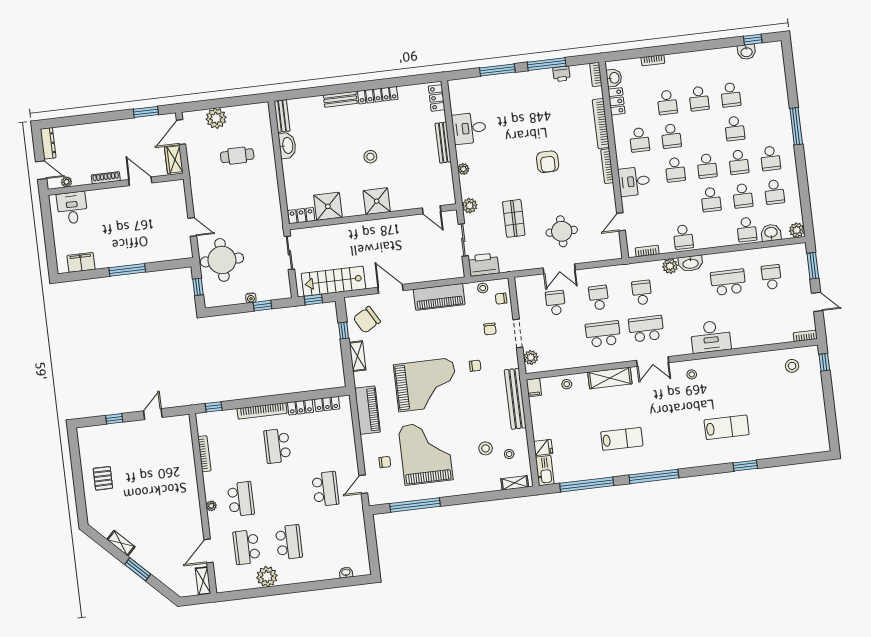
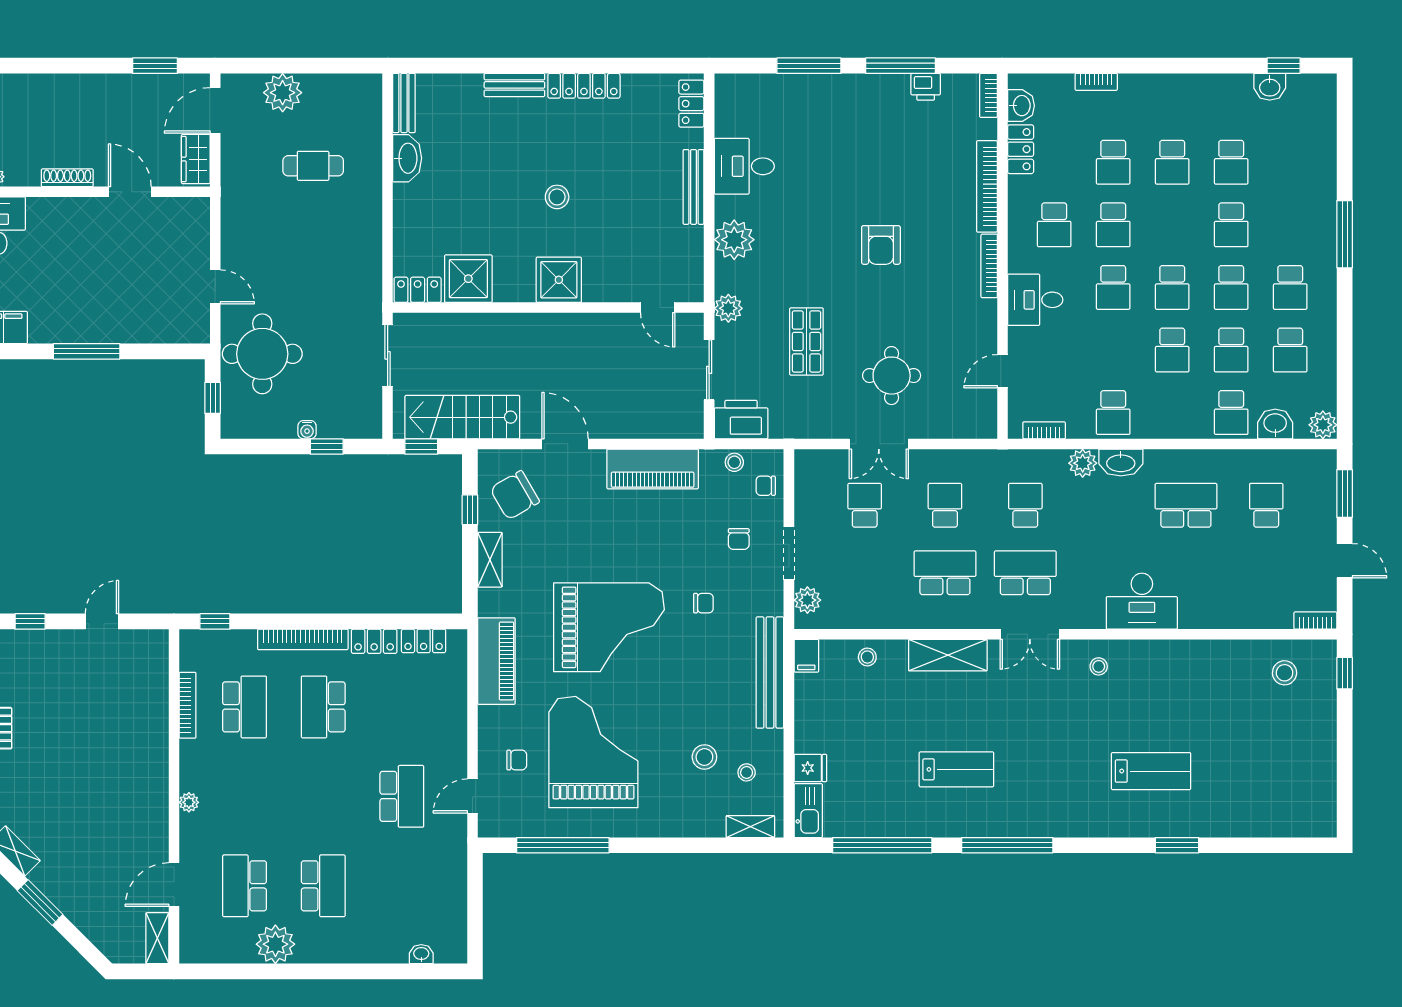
plant: (463, 169) -> (734, 240), width x1.88, depth x1.88
school desk: (241, 499) -> (245, 707), moved

